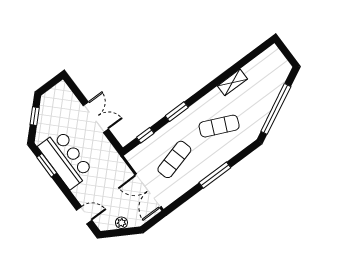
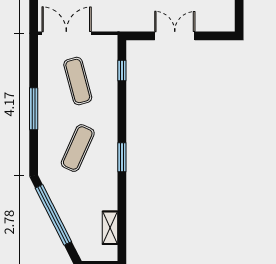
shelving: (232, 82) -> (110, 228), moved
window: (177, 112) -> (122, 157), moved
double door: (96, 117) -> (175, 36), swing flipped

